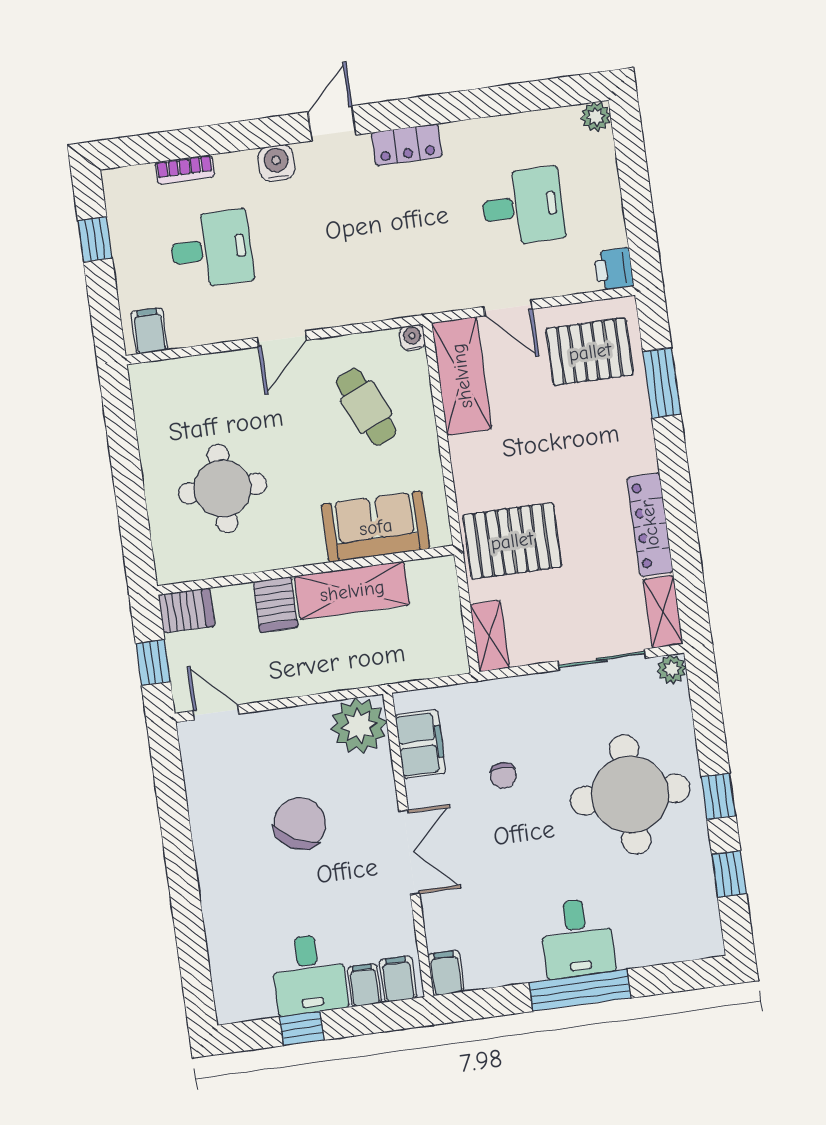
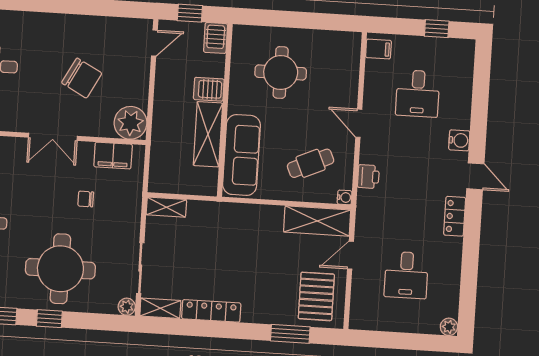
bookcase: (185, 170) -> (466, 88), removed
printer: (614, 269) -> (368, 177), moved, turned 90
sofa: (376, 527) -> (242, 155), width x1.36
pallet: (512, 541) -> (218, 231), removed

